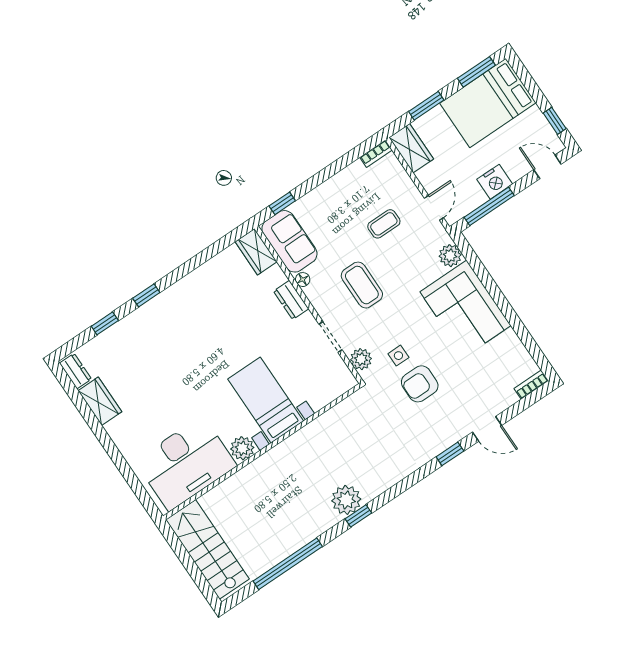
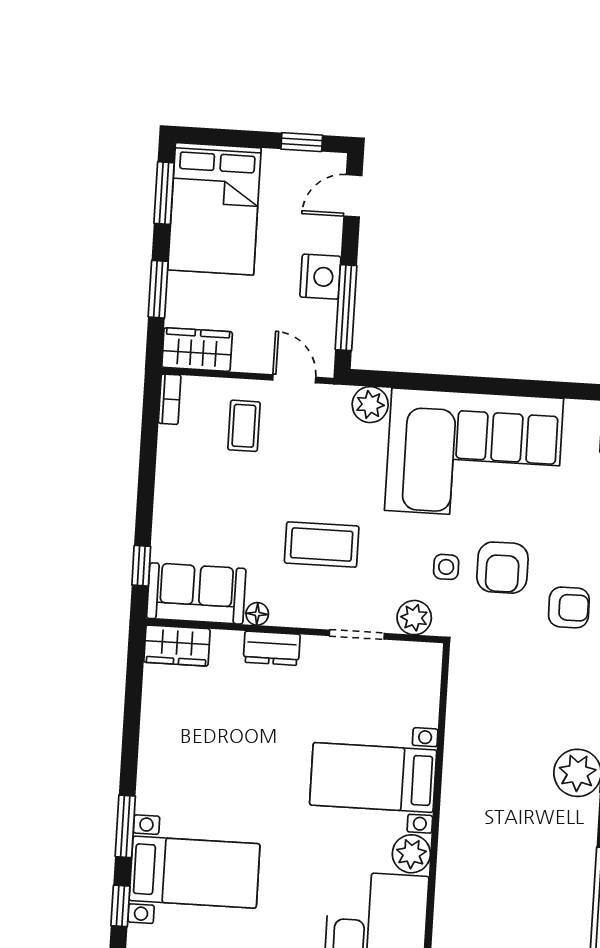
coffee table: (384, 224) -> (244, 426), moved
window: (146, 295) -> (125, 826), width x1.50
corner sofa: (466, 309) -> (474, 454), width x1.36, depth x1.36
bed with nightstands: (150, 347) -> (195, 872), added
armchair: (425, 432) -> (569, 607), added

